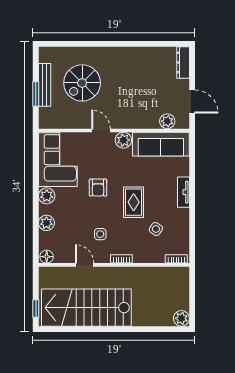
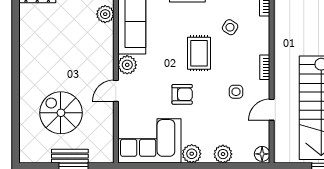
spiral stairs: (82, 83) -> (61, 113), turned 180
bench: (45, 85) -> (70, 156), width x0.73
rug: (134, 202) -> (199, 53), turned 90

